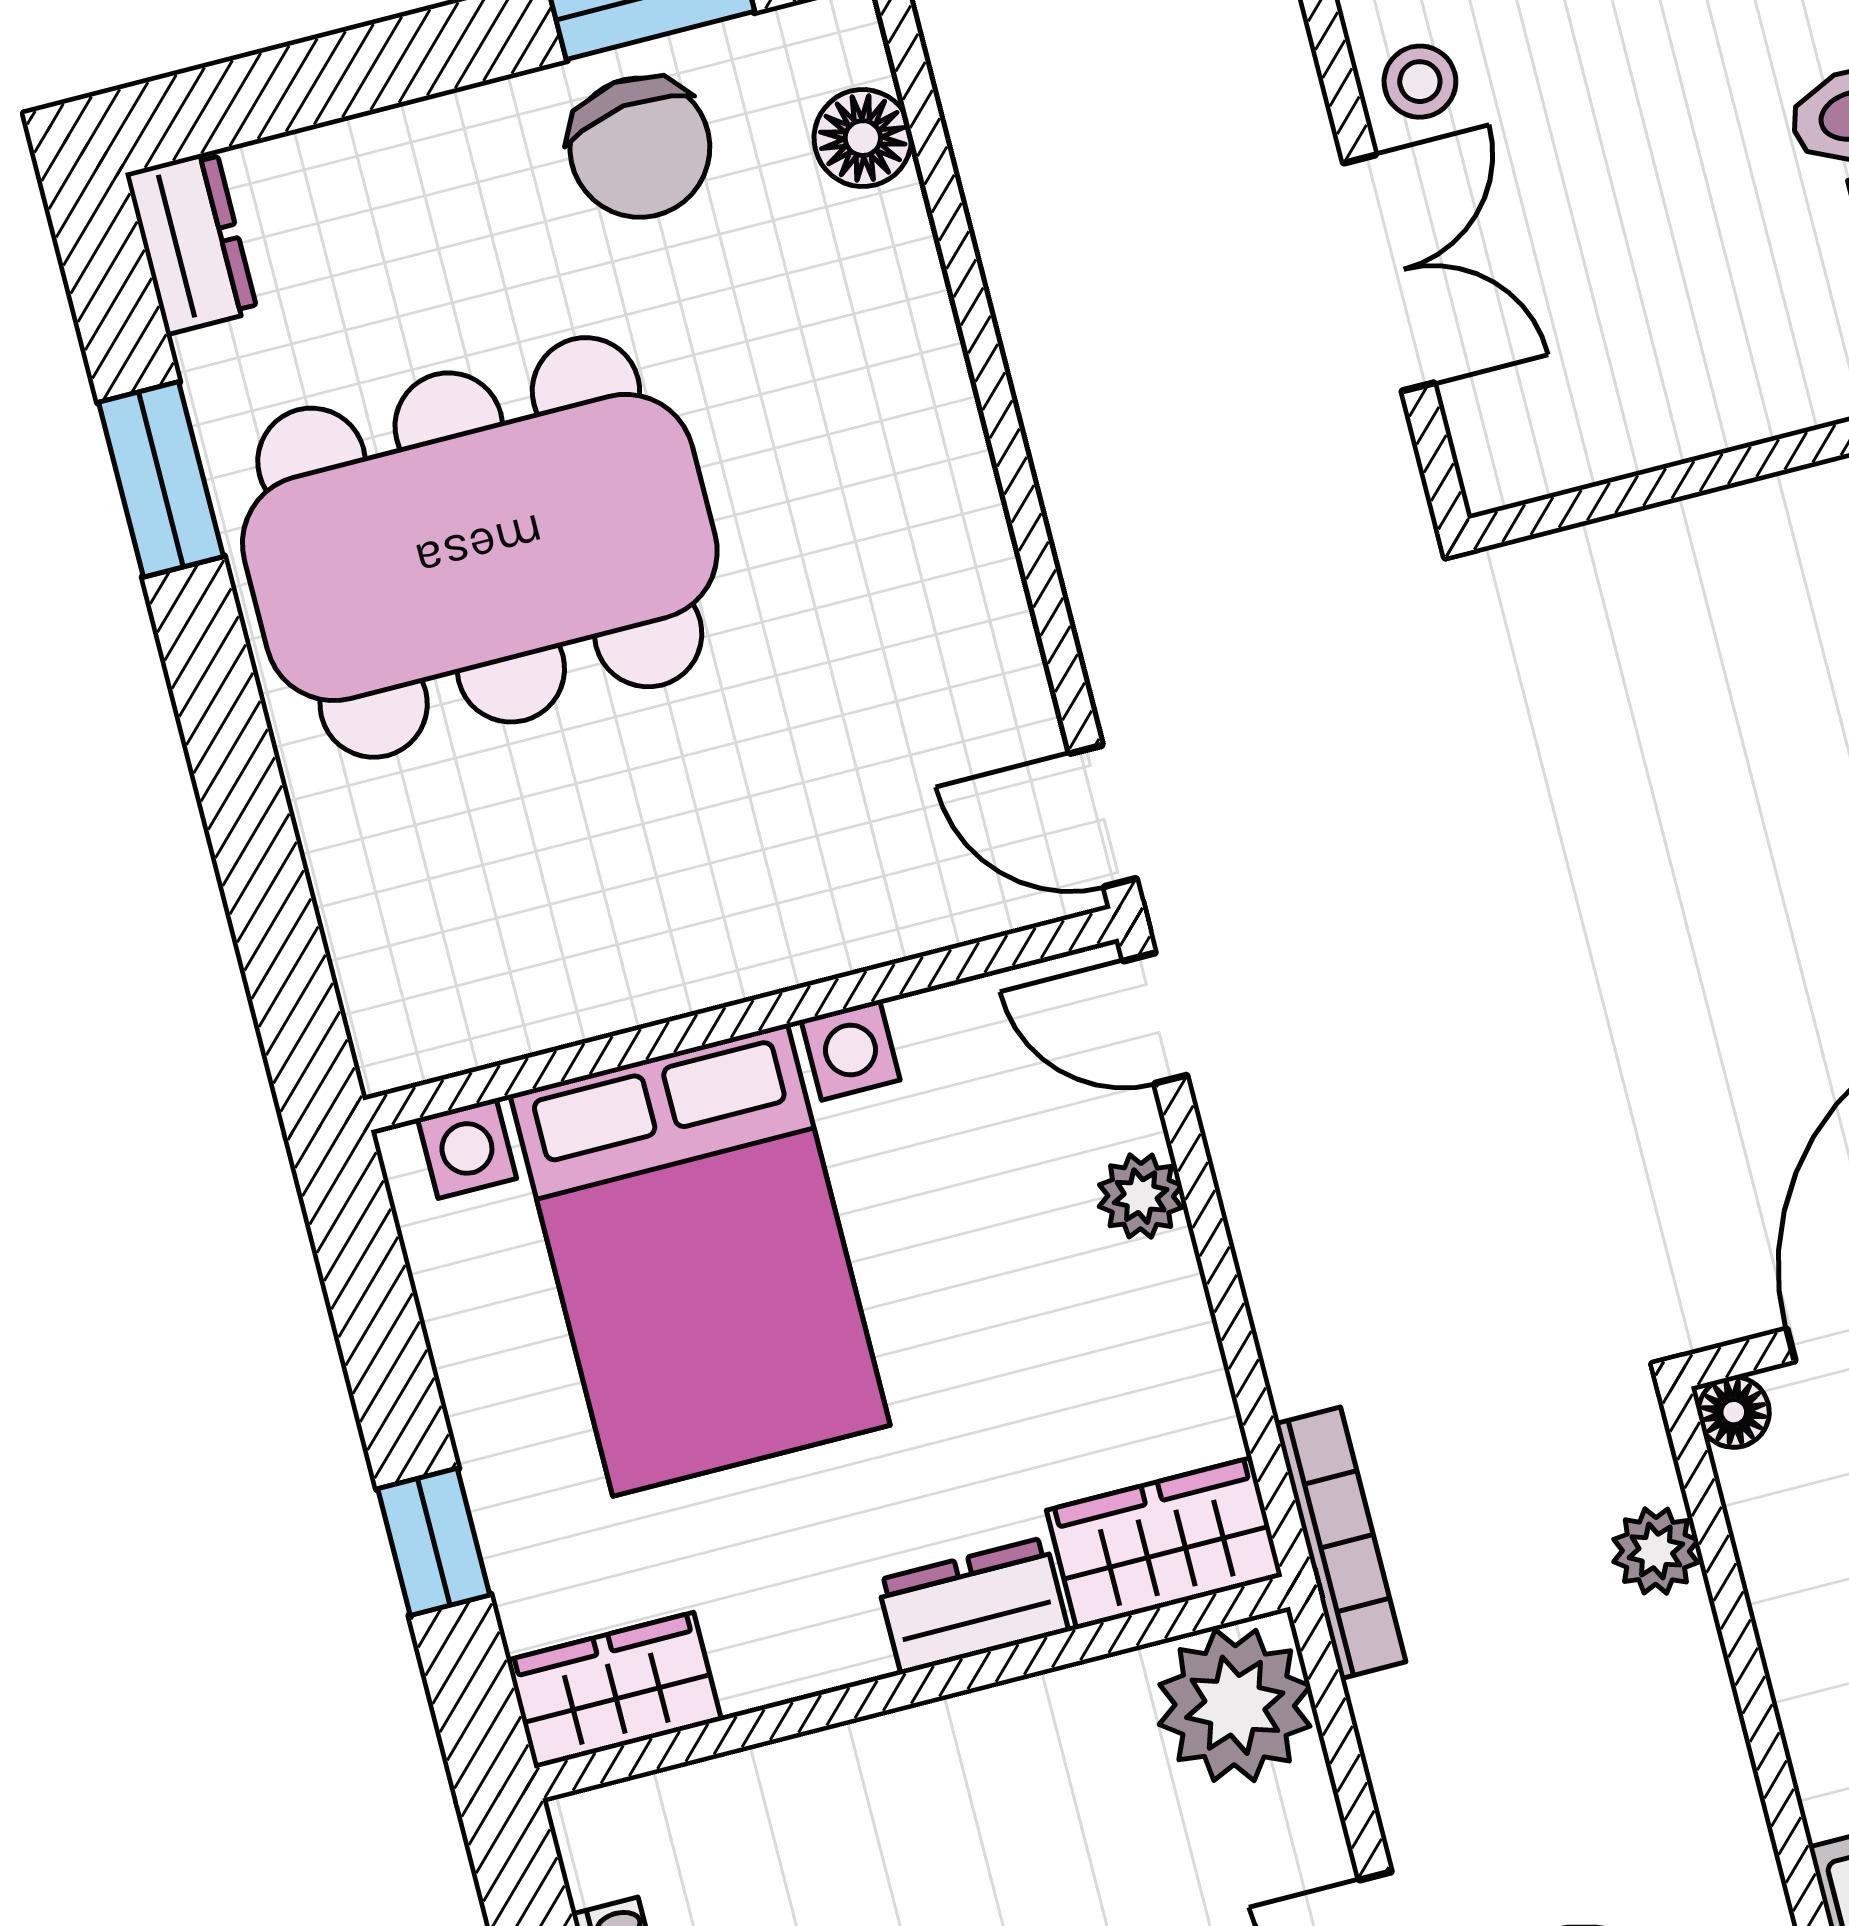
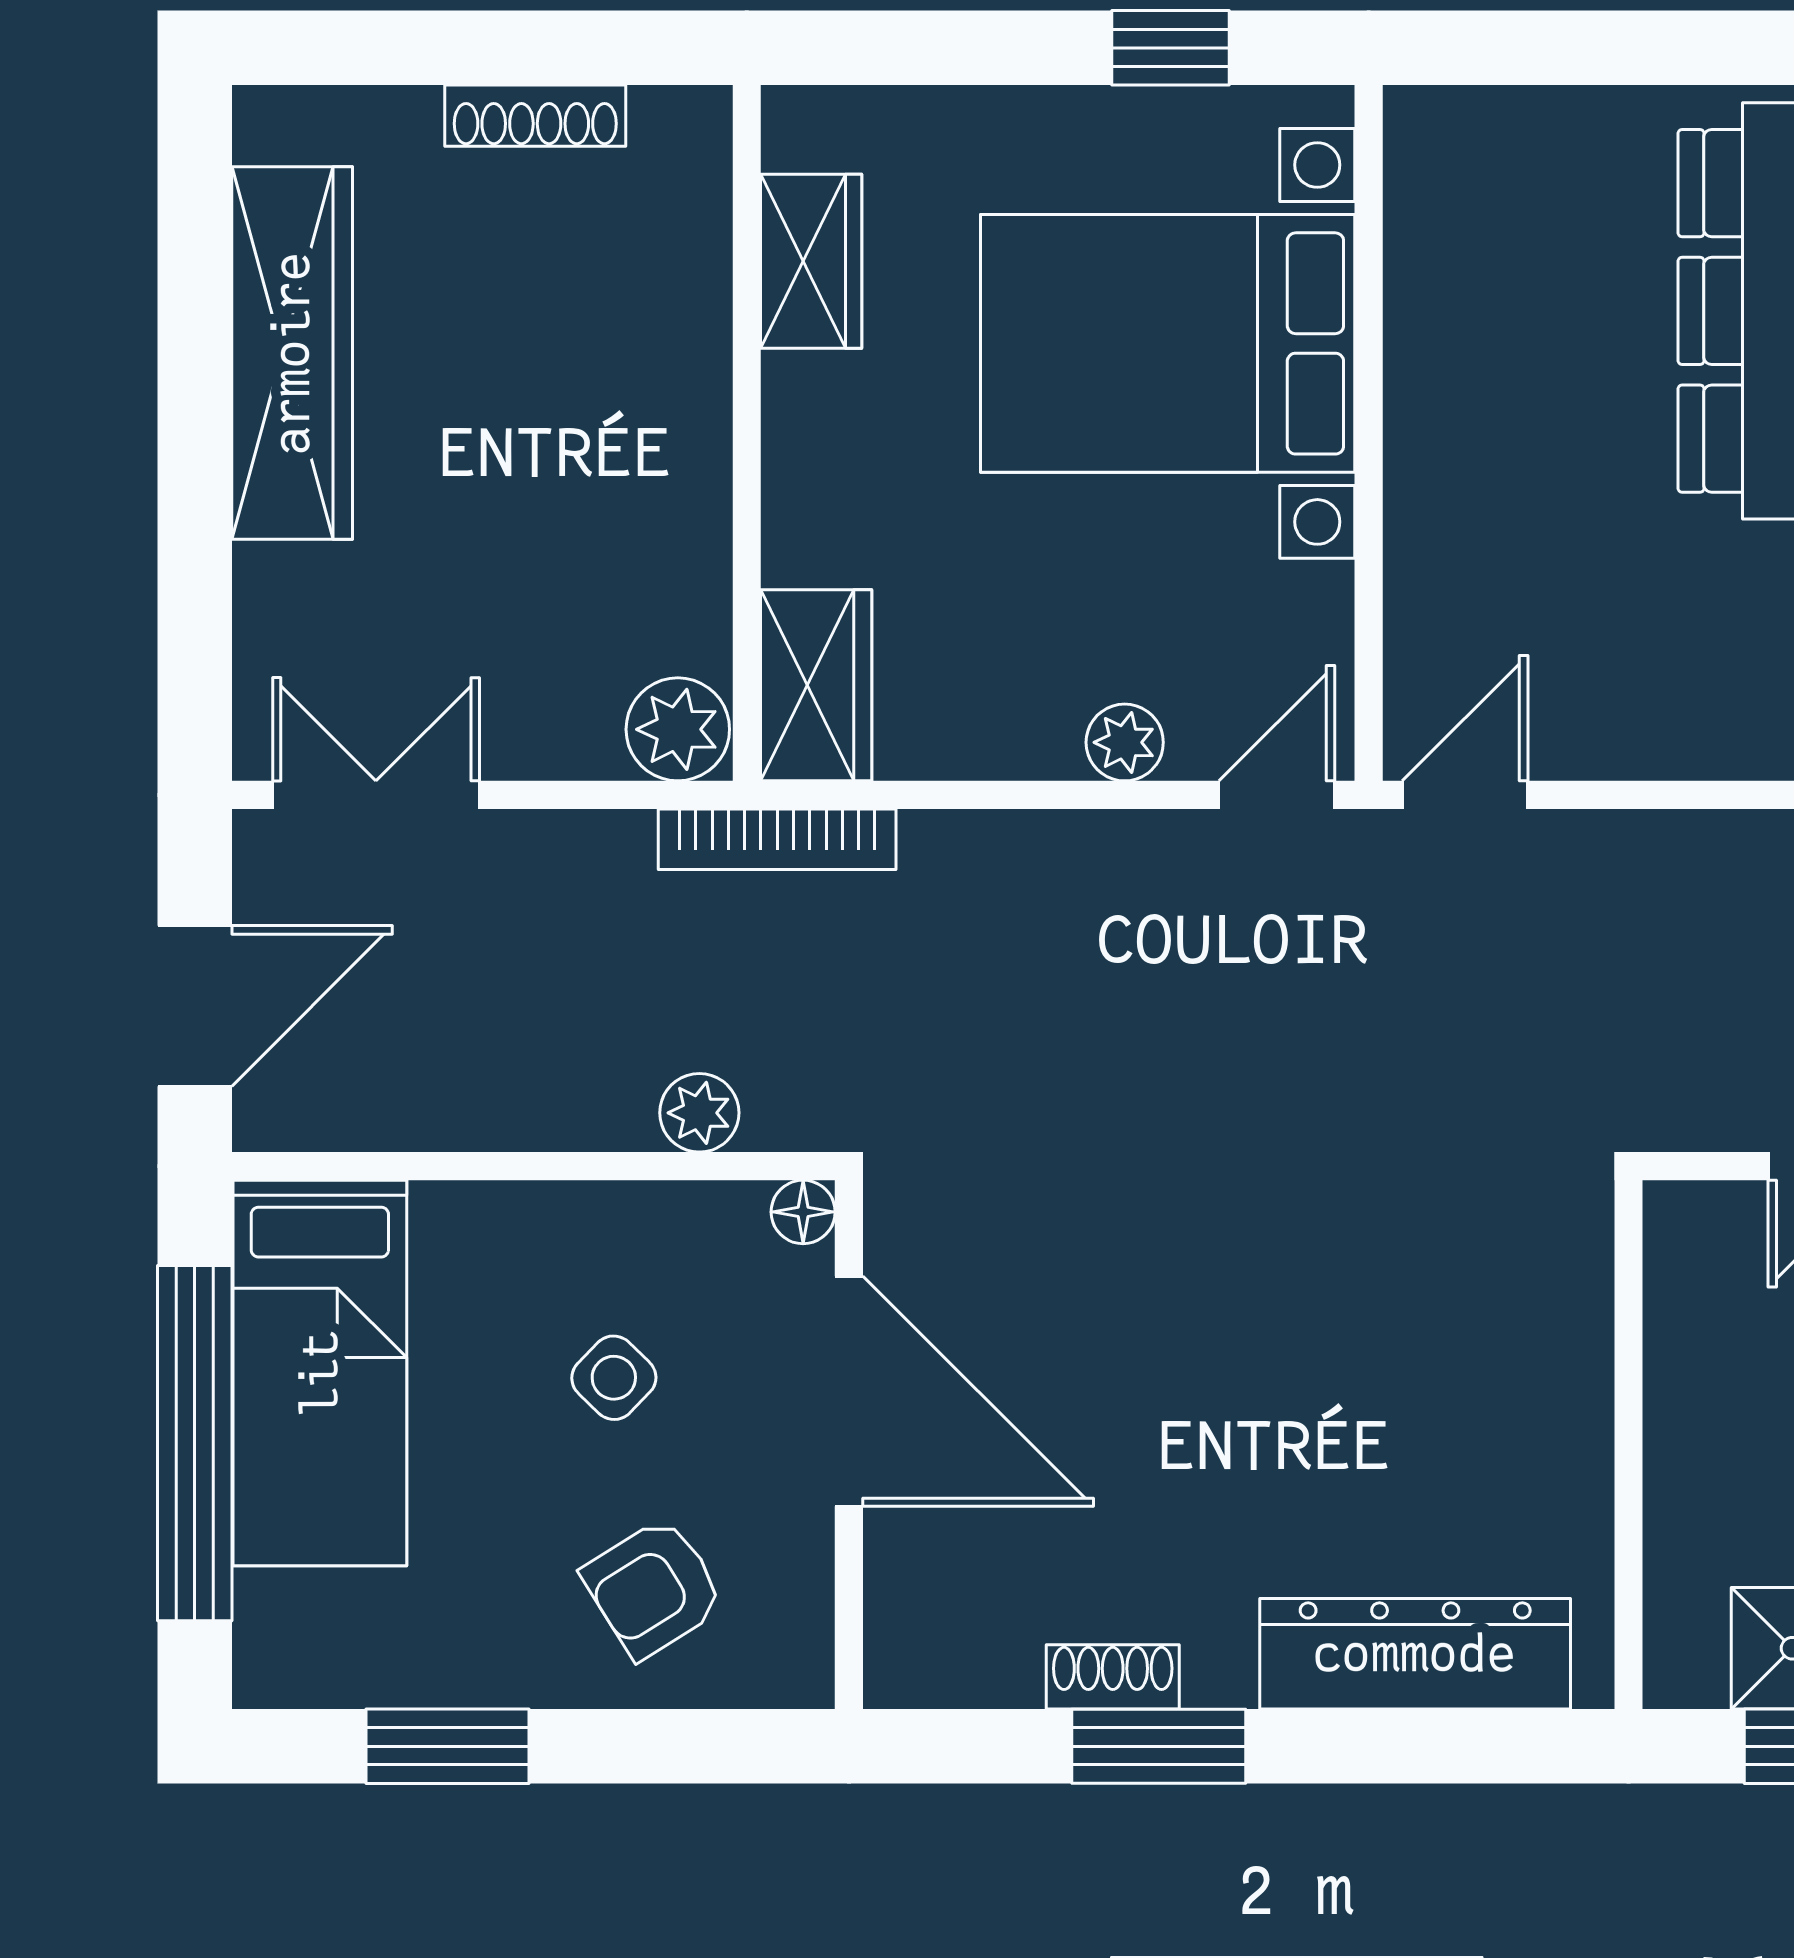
window: (434, 1542) -> (1171, 48), moved
dresser: (973, 1606) -> (805, 504), removed
wardrobe: (614, 1690) -> (811, 261), moved
plant: (1235, 1705) -> (678, 729), width x0.73, depth x0.73

